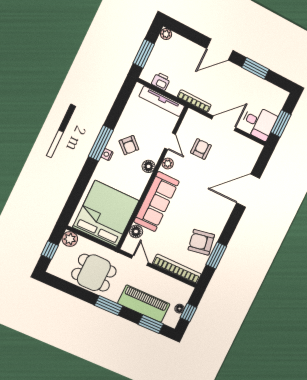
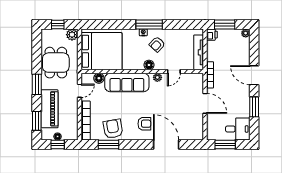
printer: (161, 81) -> (212, 35), moved
desk: (259, 123) -> (238, 129), moved, turned -90
armchair: (201, 149) -> (144, 124), moved

